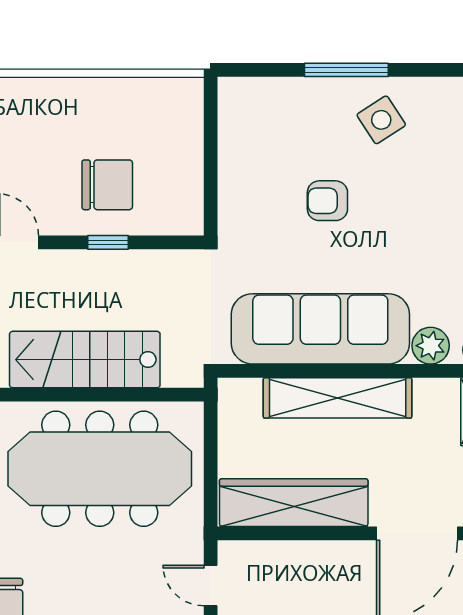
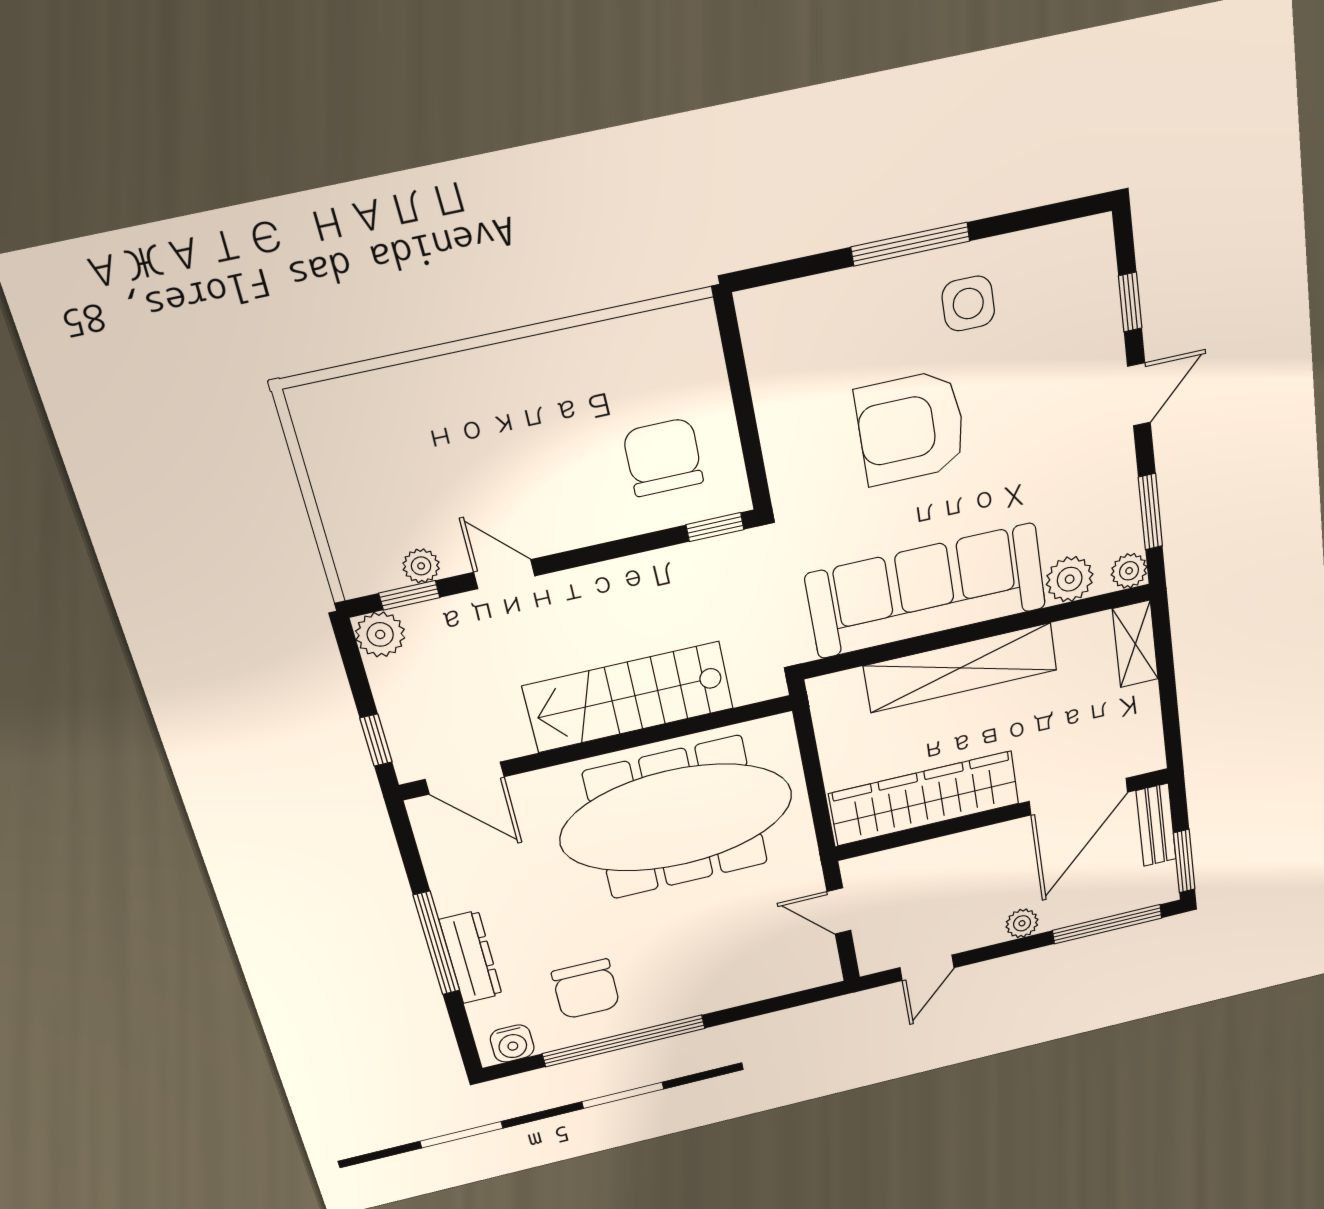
side table: (381, 120) -> (968, 304), turned 33
chair: (107, 185) -> (663, 457), moved, turned -90
armchair: (327, 201) -> (911, 428), width x1.88, depth x1.88
window: (108, 242) -> (715, 527), moved

